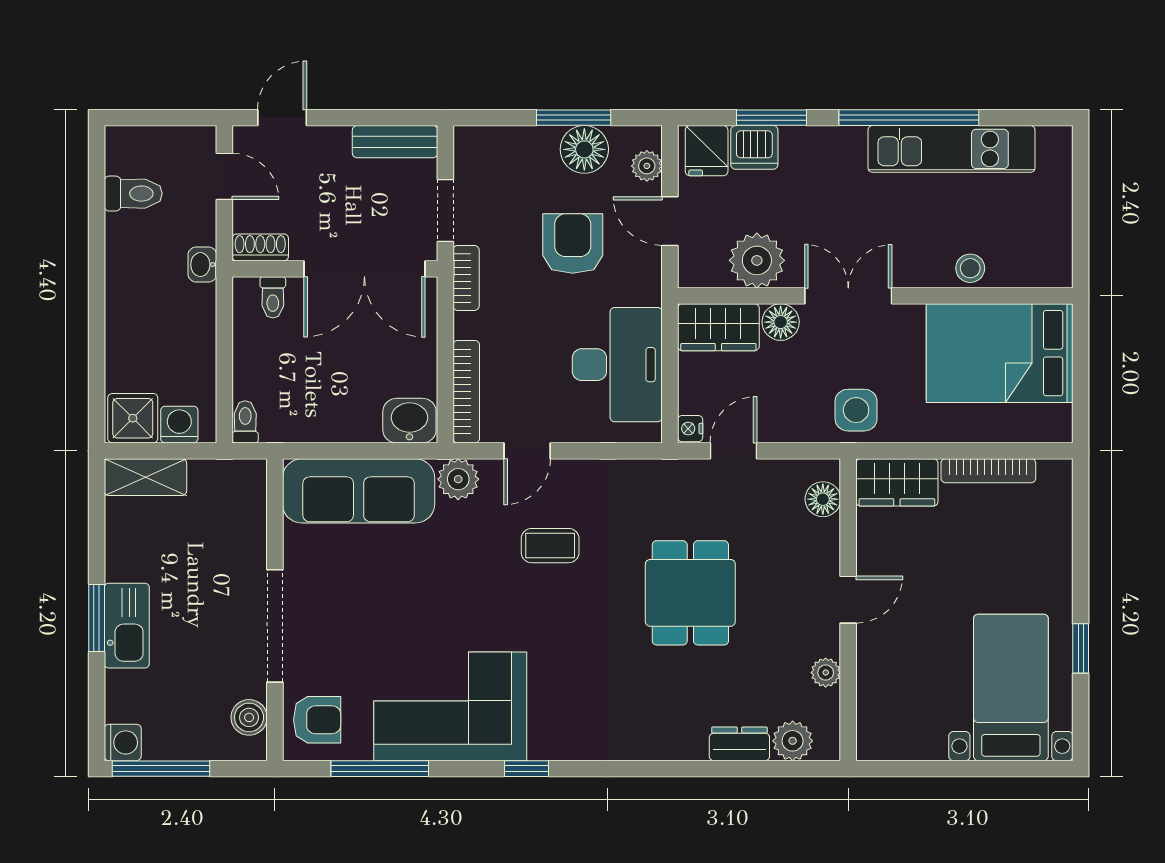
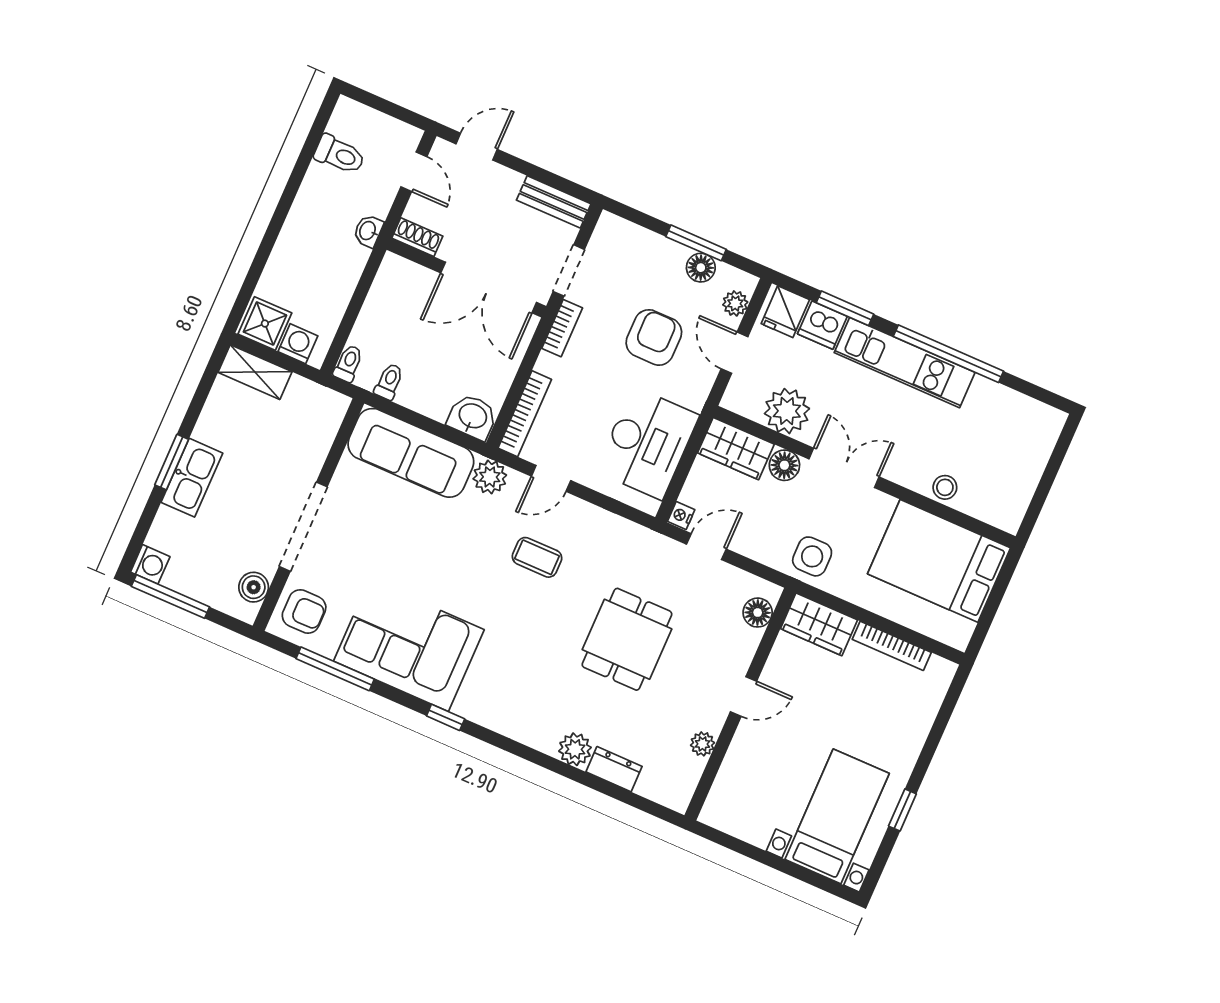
floor lamp: (584, 149) -> (701, 268), width x0.73, depth x0.73
kitchen unit: (952, 149) -> (905, 363), moved
toilet: (273, 297) -> (389, 382), moved, turned 180
plant: (793, 741) -> (575, 749), moved

